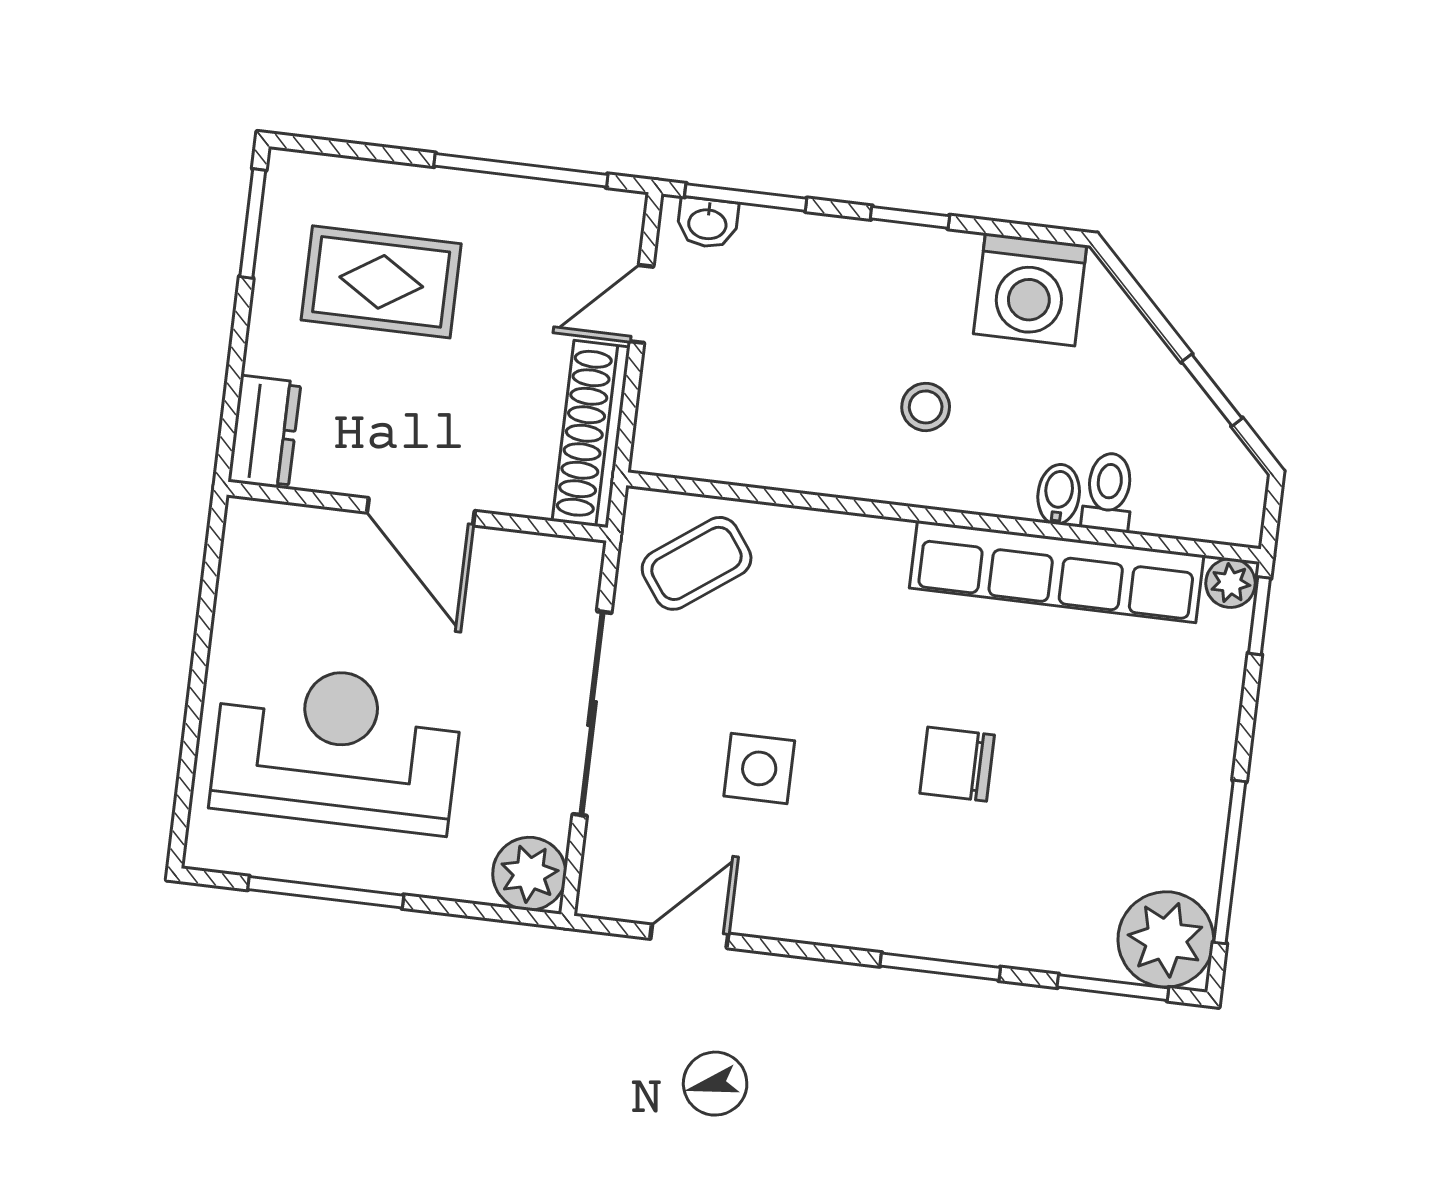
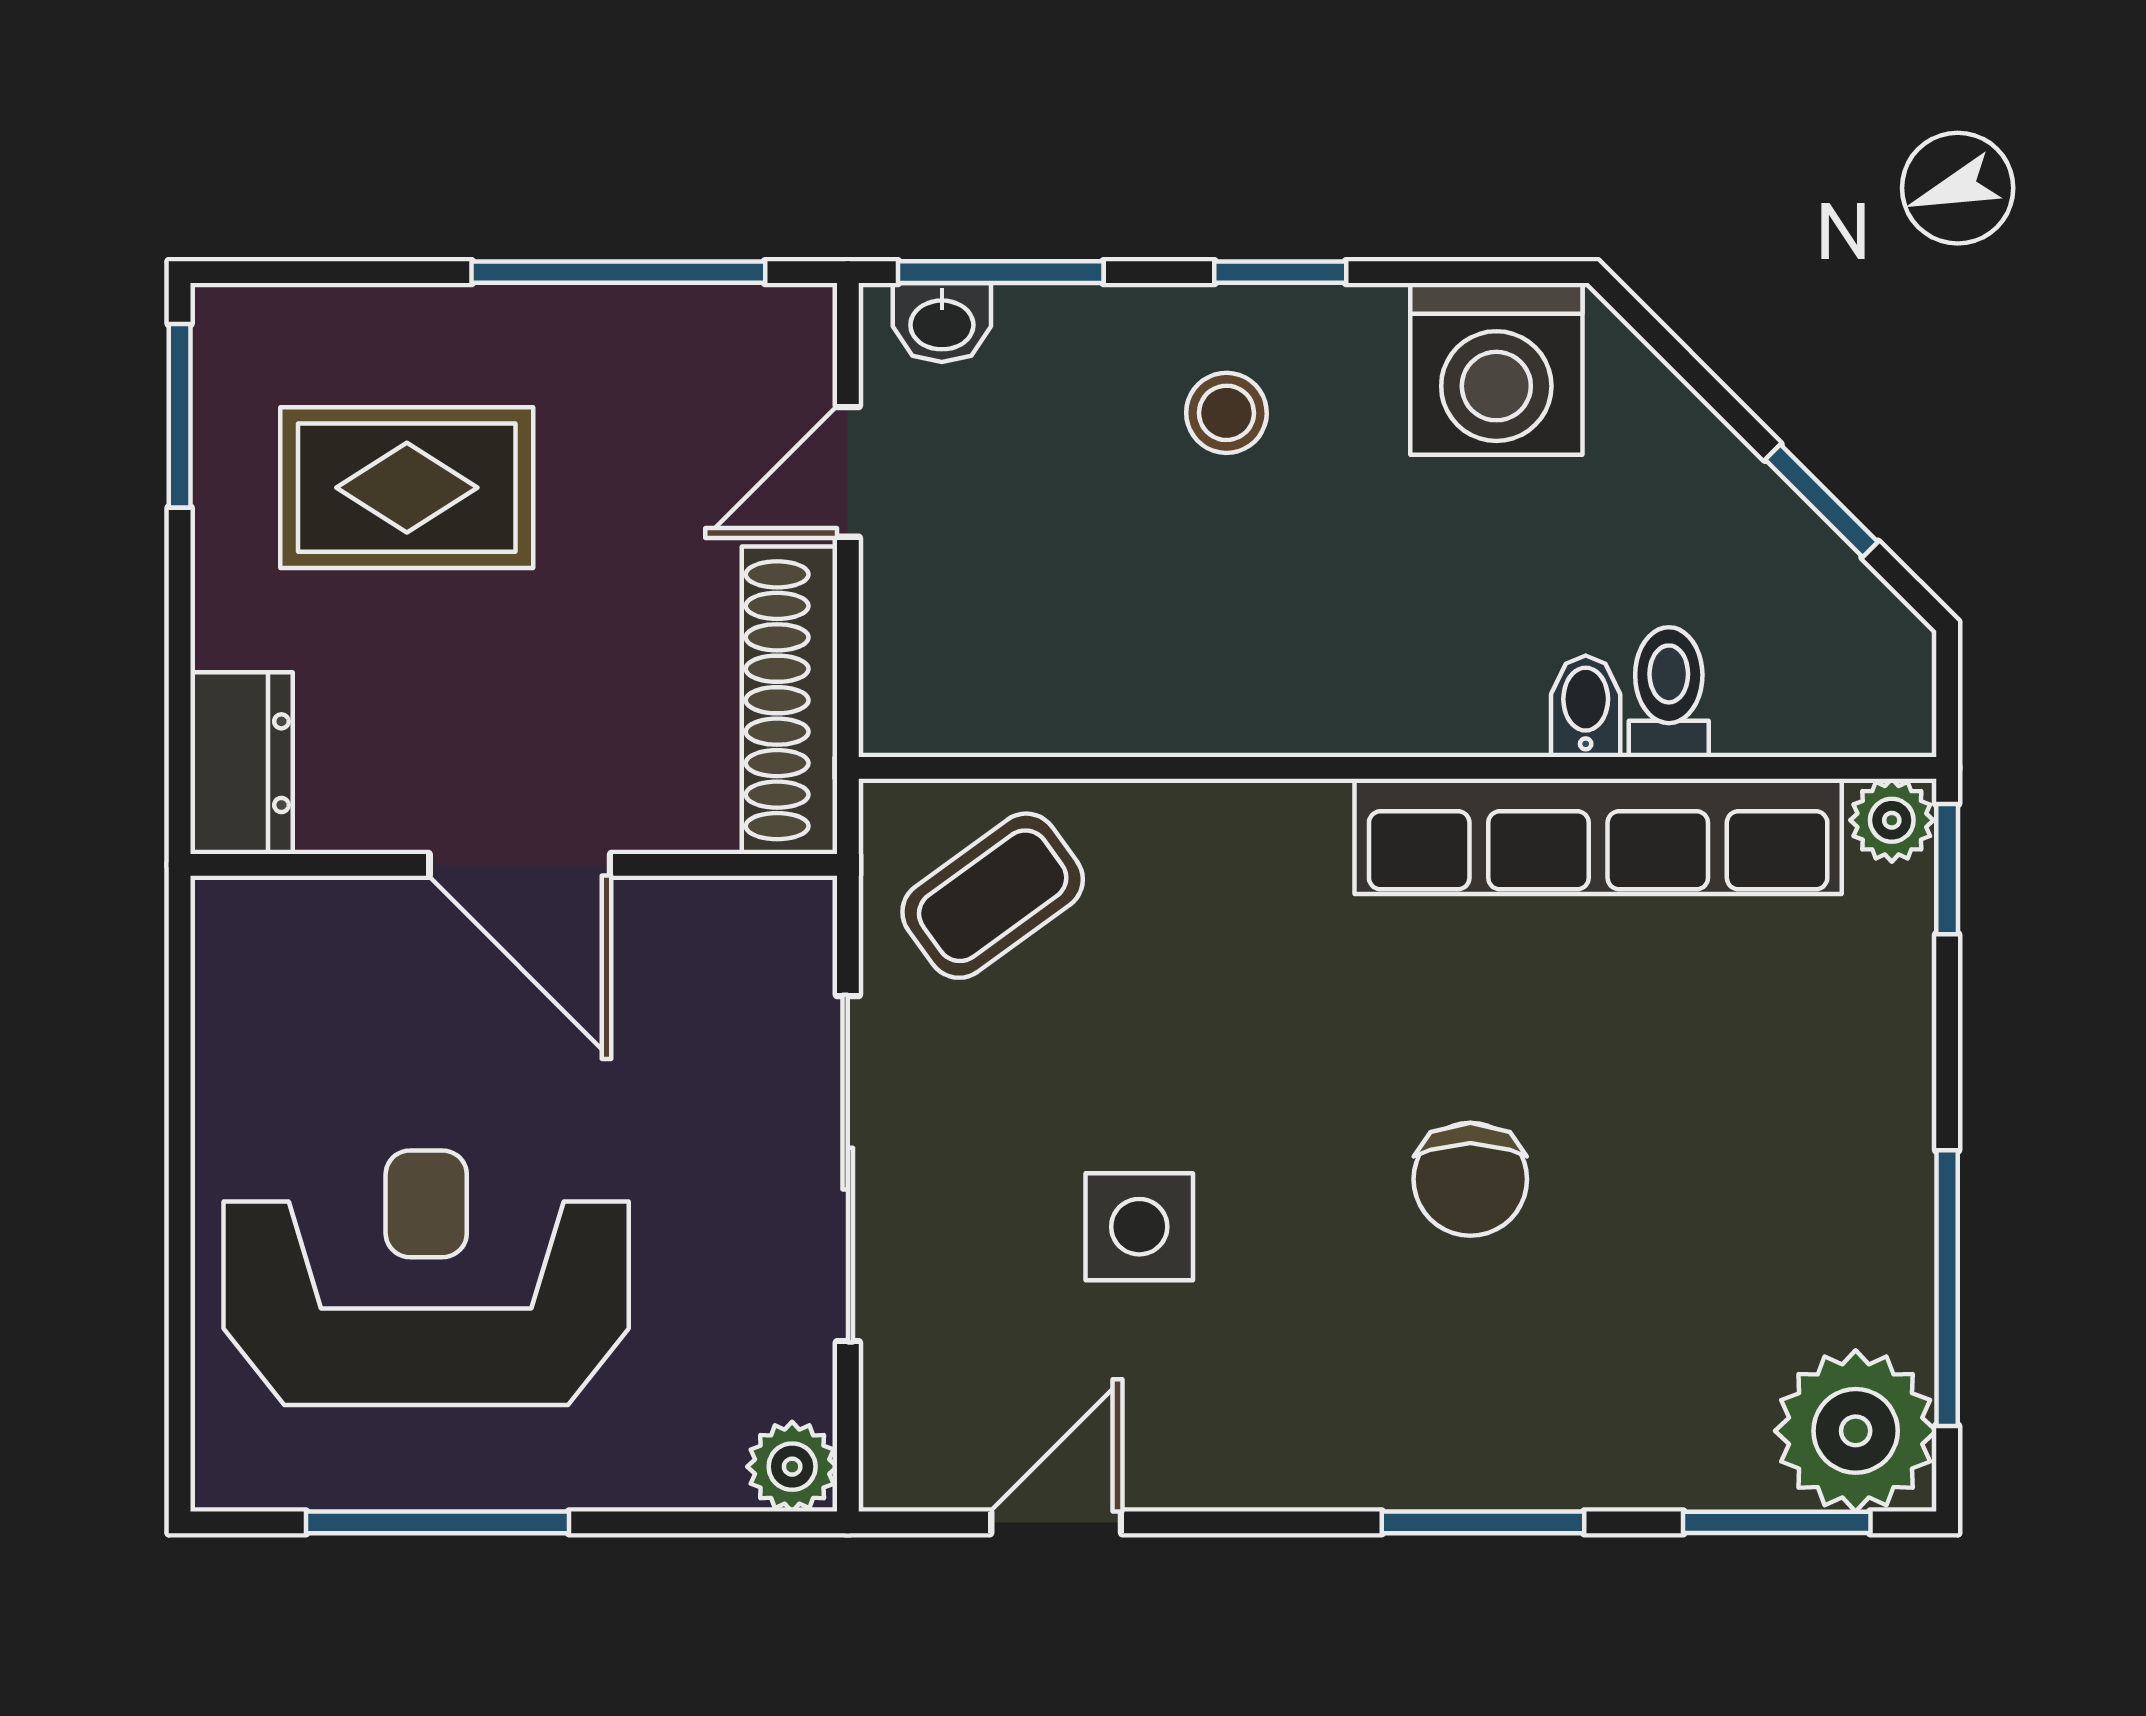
stool: (926, 407) -> (1226, 413), moved
chair: (957, 764) -> (1470, 1179), turned -90
plant: (529, 874) -> (792, 1467), width x0.73, depth x0.73

